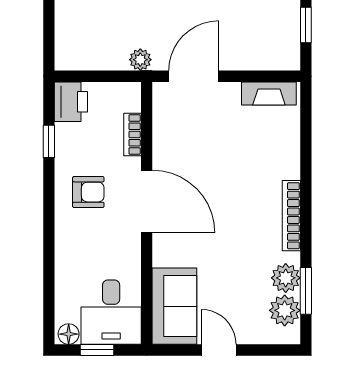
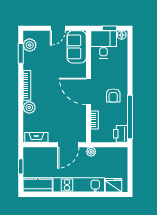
window: (49, 141) -> (130, 117), width x3.17
armchair: (88, 192) -> (113, 95), turned -90
plant: (286, 278) -> (29, 107), moved
door: (219, 350) -> (58, 28), hinge flipped

